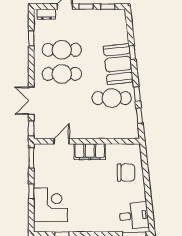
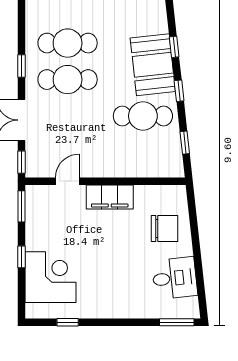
window: (31, 38) -> (21, 66), moved
window: (137, 94) -> (179, 91), moved
desk: (134, 216) -> (175, 278), moved

